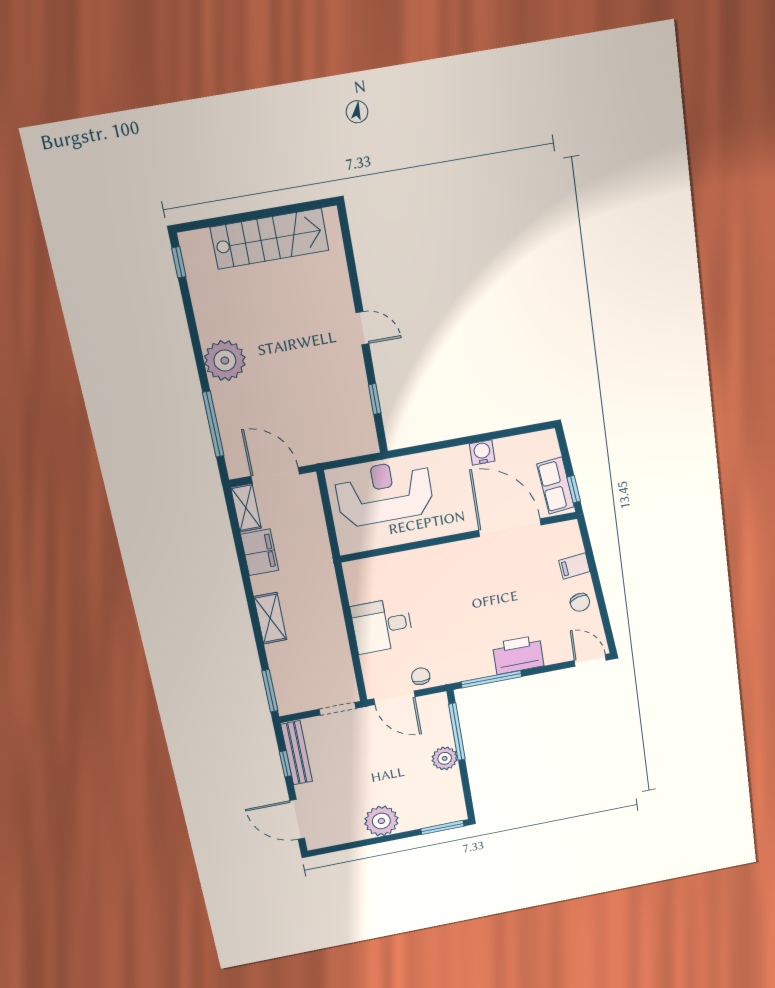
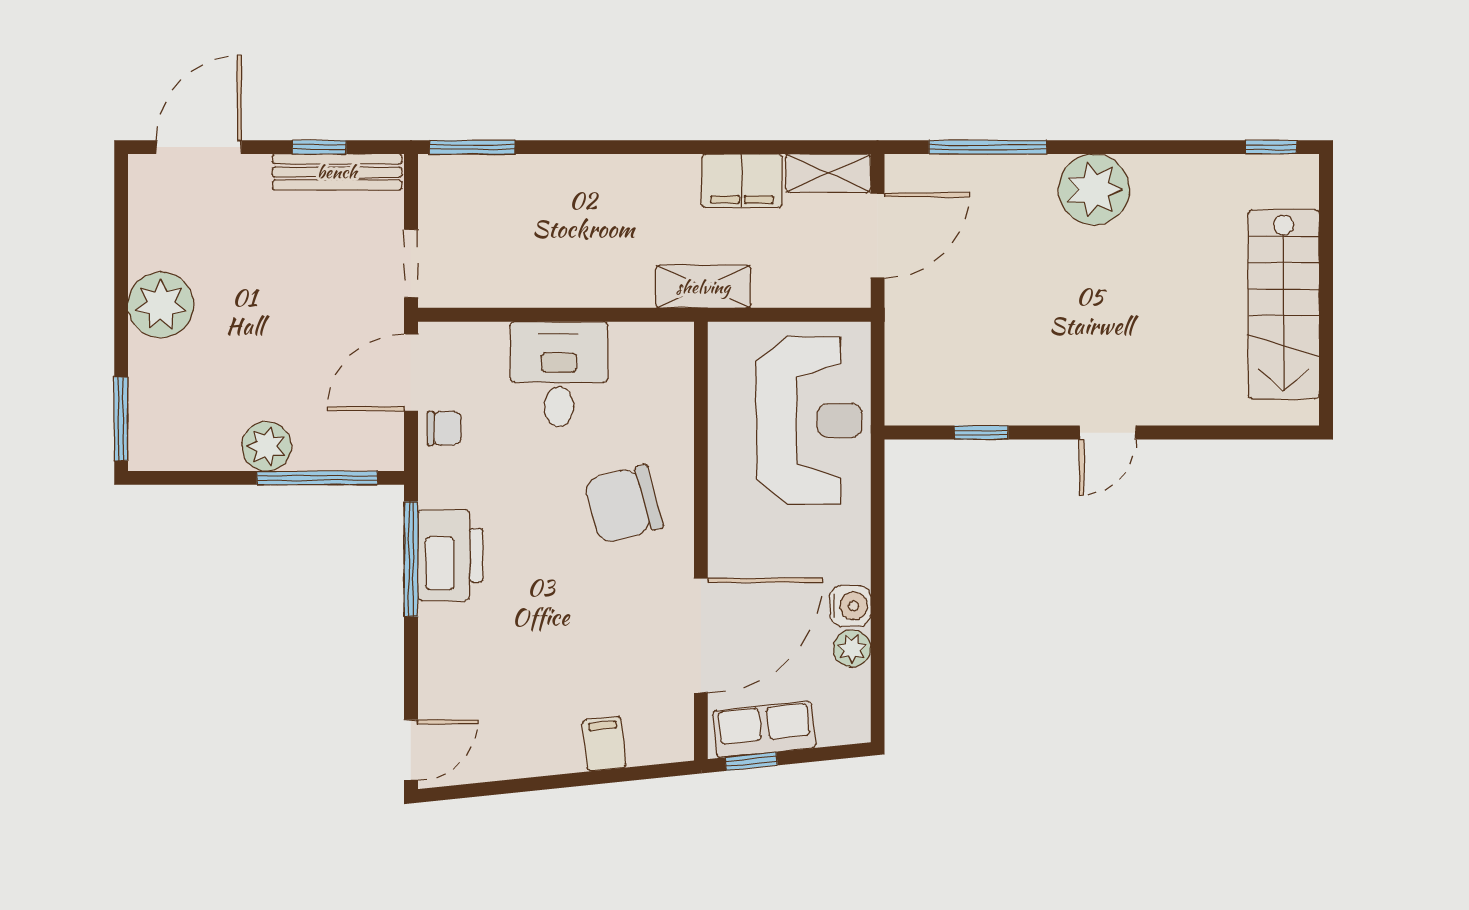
plant: (505, 447) -> (852, 649), added
chair: (580, 602) -> (624, 504), moved, width x1.87, depth x1.87
shelving: (270, 618) -> (703, 287), moved
printer: (518, 655) -> (450, 555), moved

